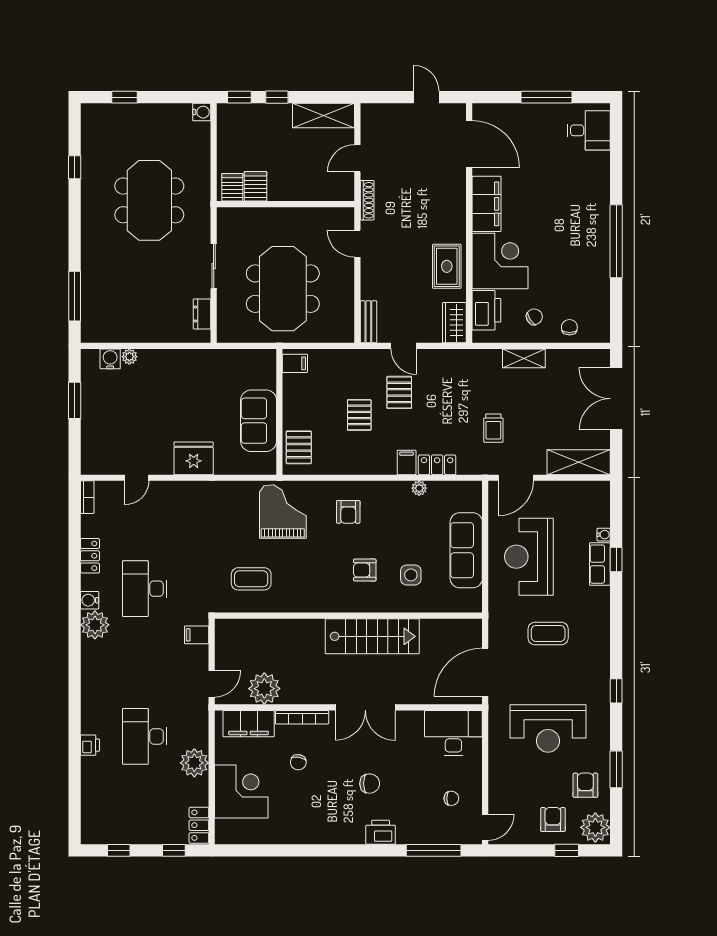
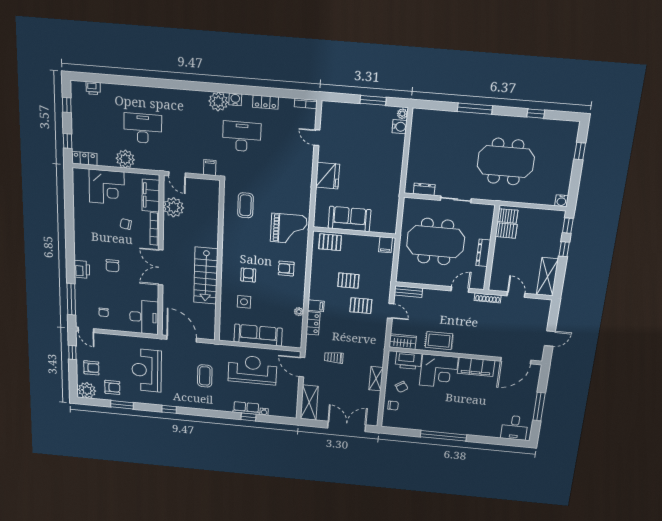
dresser: (294, 216) -> (483, 253), added
window: (75, 296) -> (475, 109), moved
door: (404, 346) -> (391, 311), swing flipped
plant: (129, 357) -> (402, 114), moved
printer: (90, 745) -> (93, 88), moved
window: (567, 850) -> (72, 352), moved

